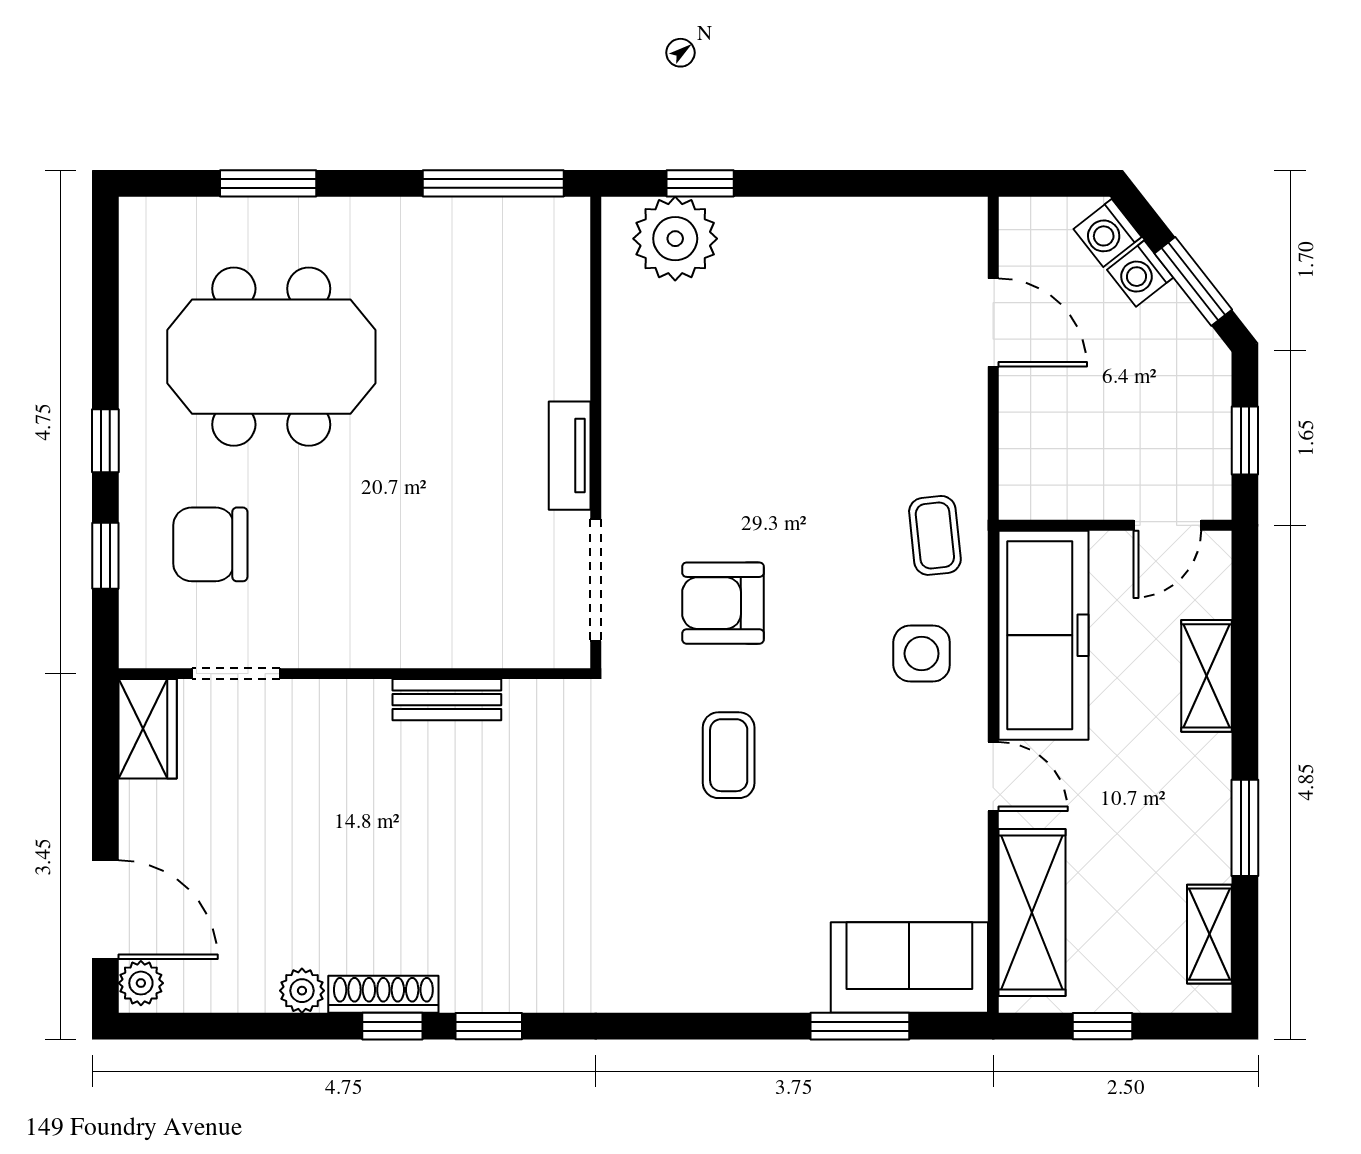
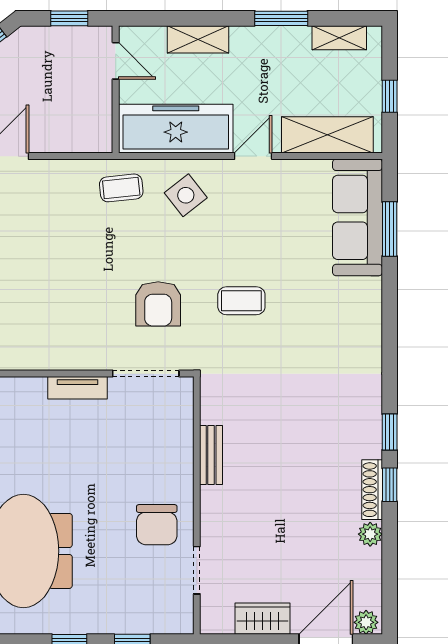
chair: (210, 544) -> (157, 525), moved
side table: (922, 654) -> (186, 195), turned -38
wardrobe: (148, 729) -> (263, 619), moved
sofa: (909, 967) -> (358, 217), width x1.36

